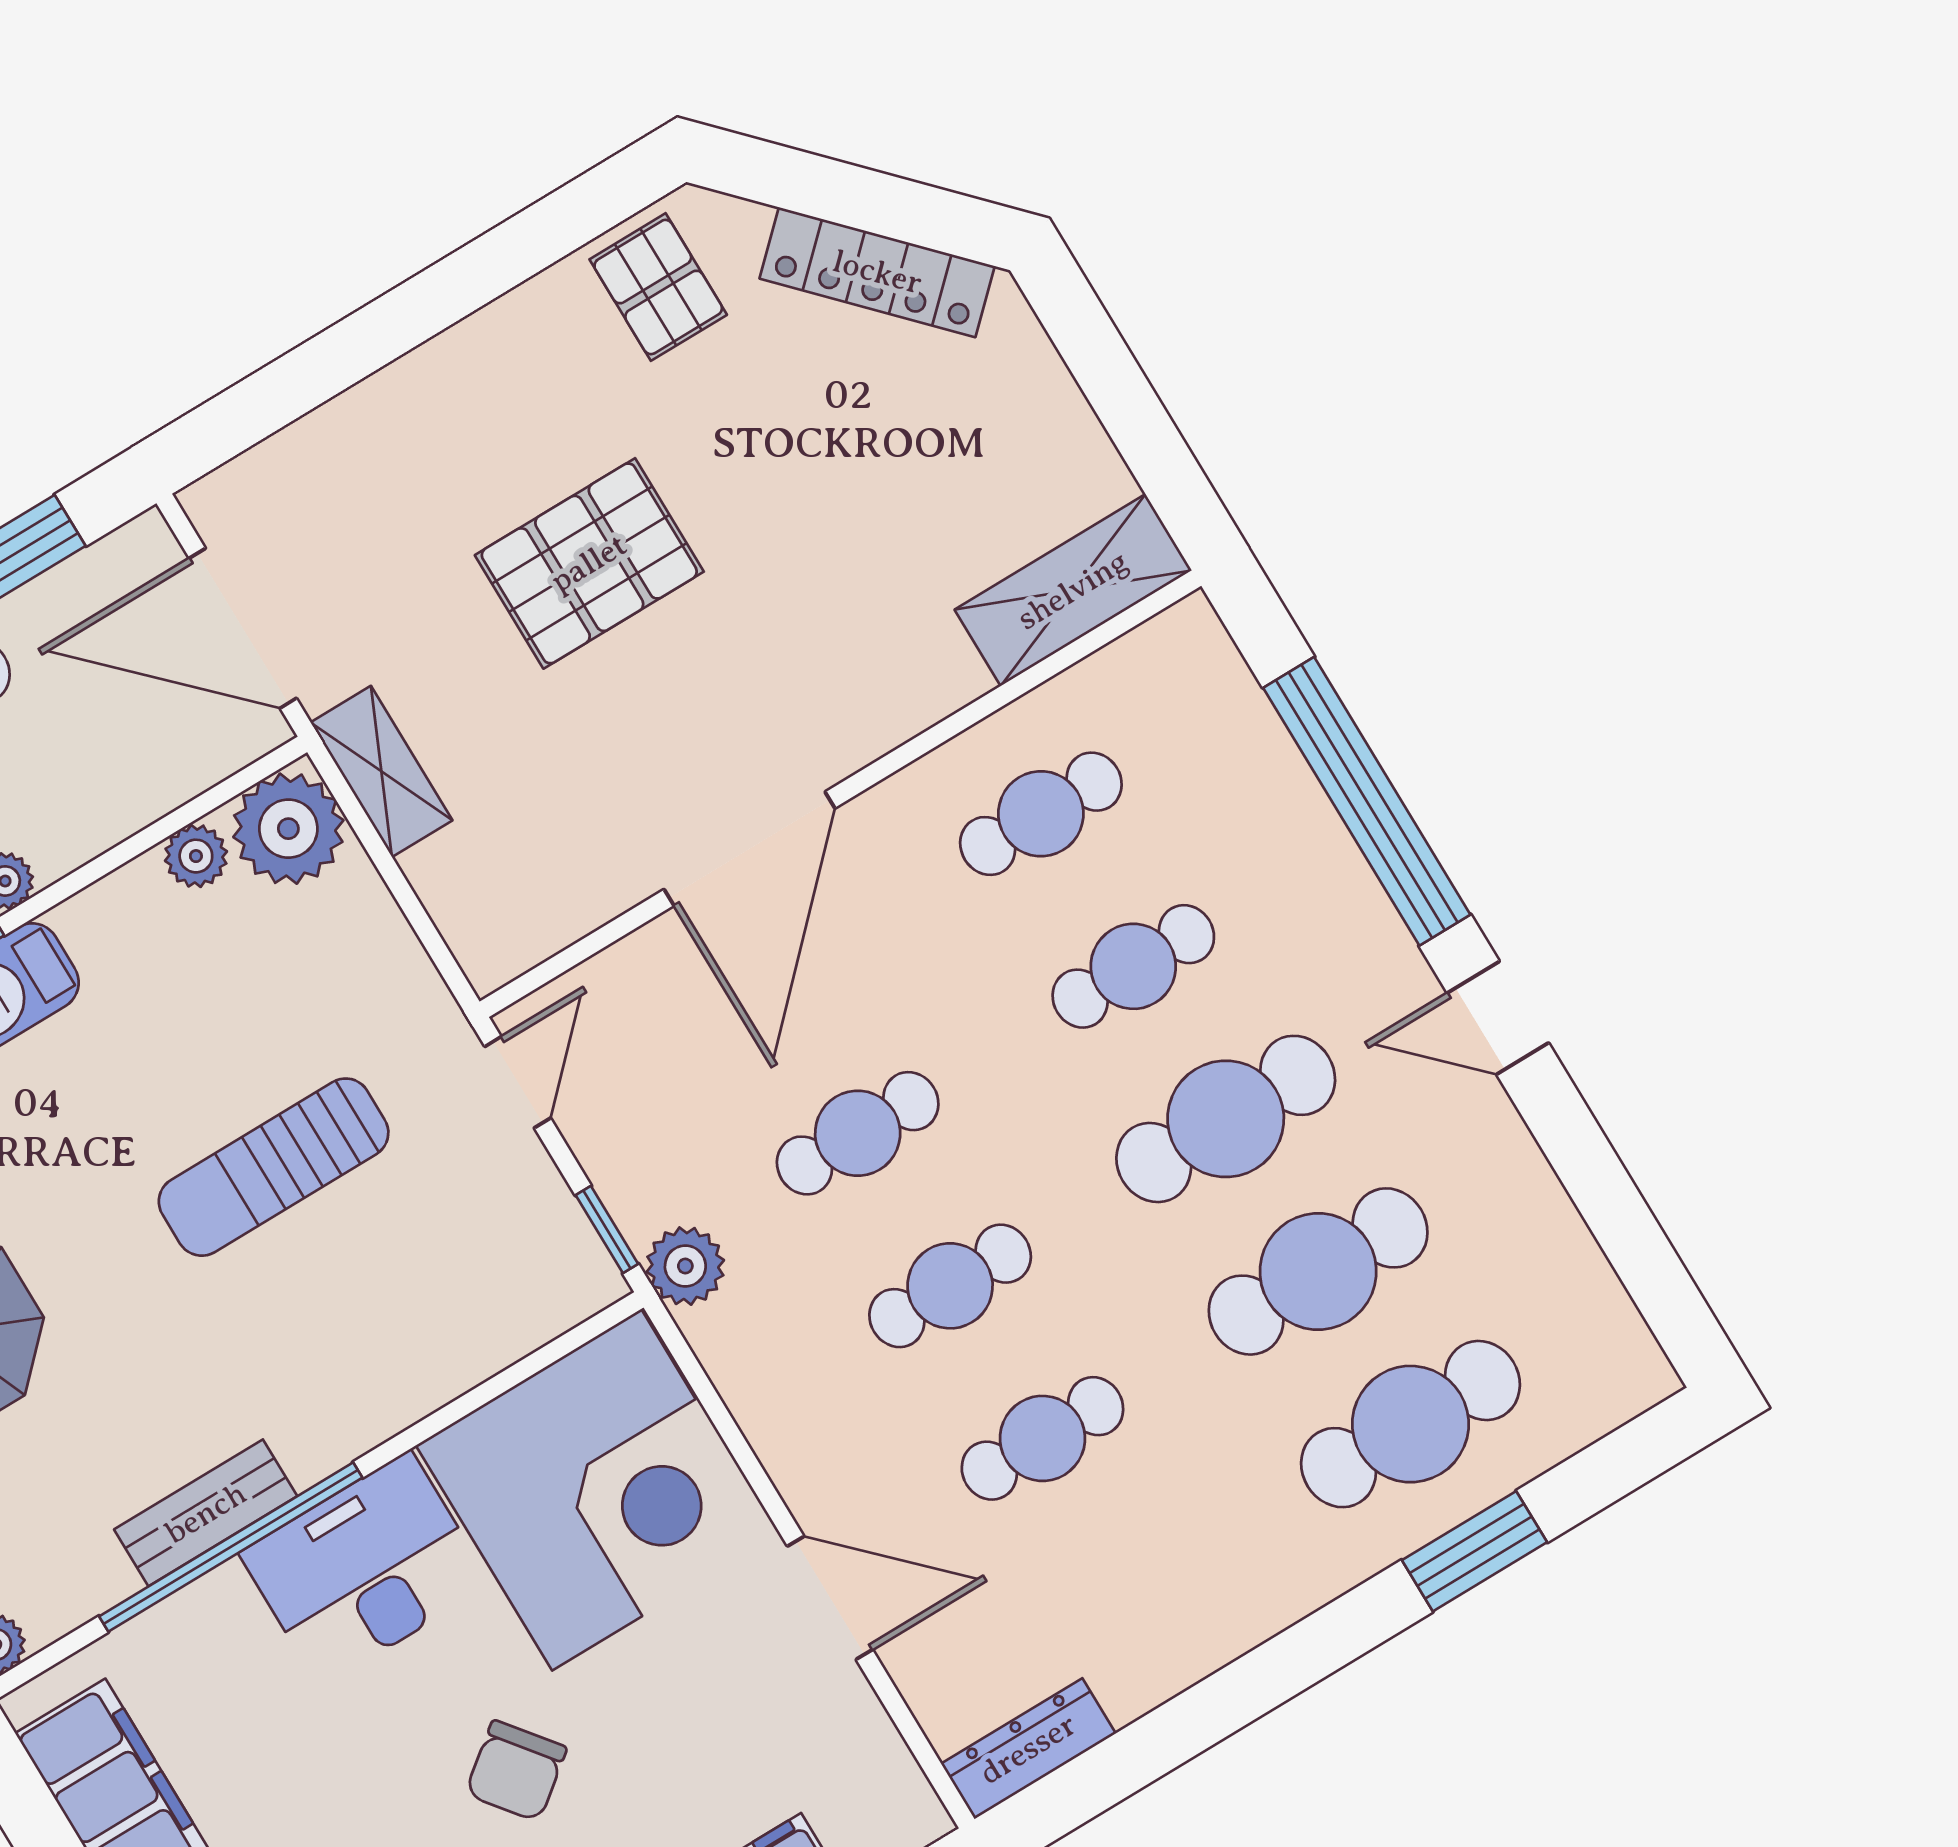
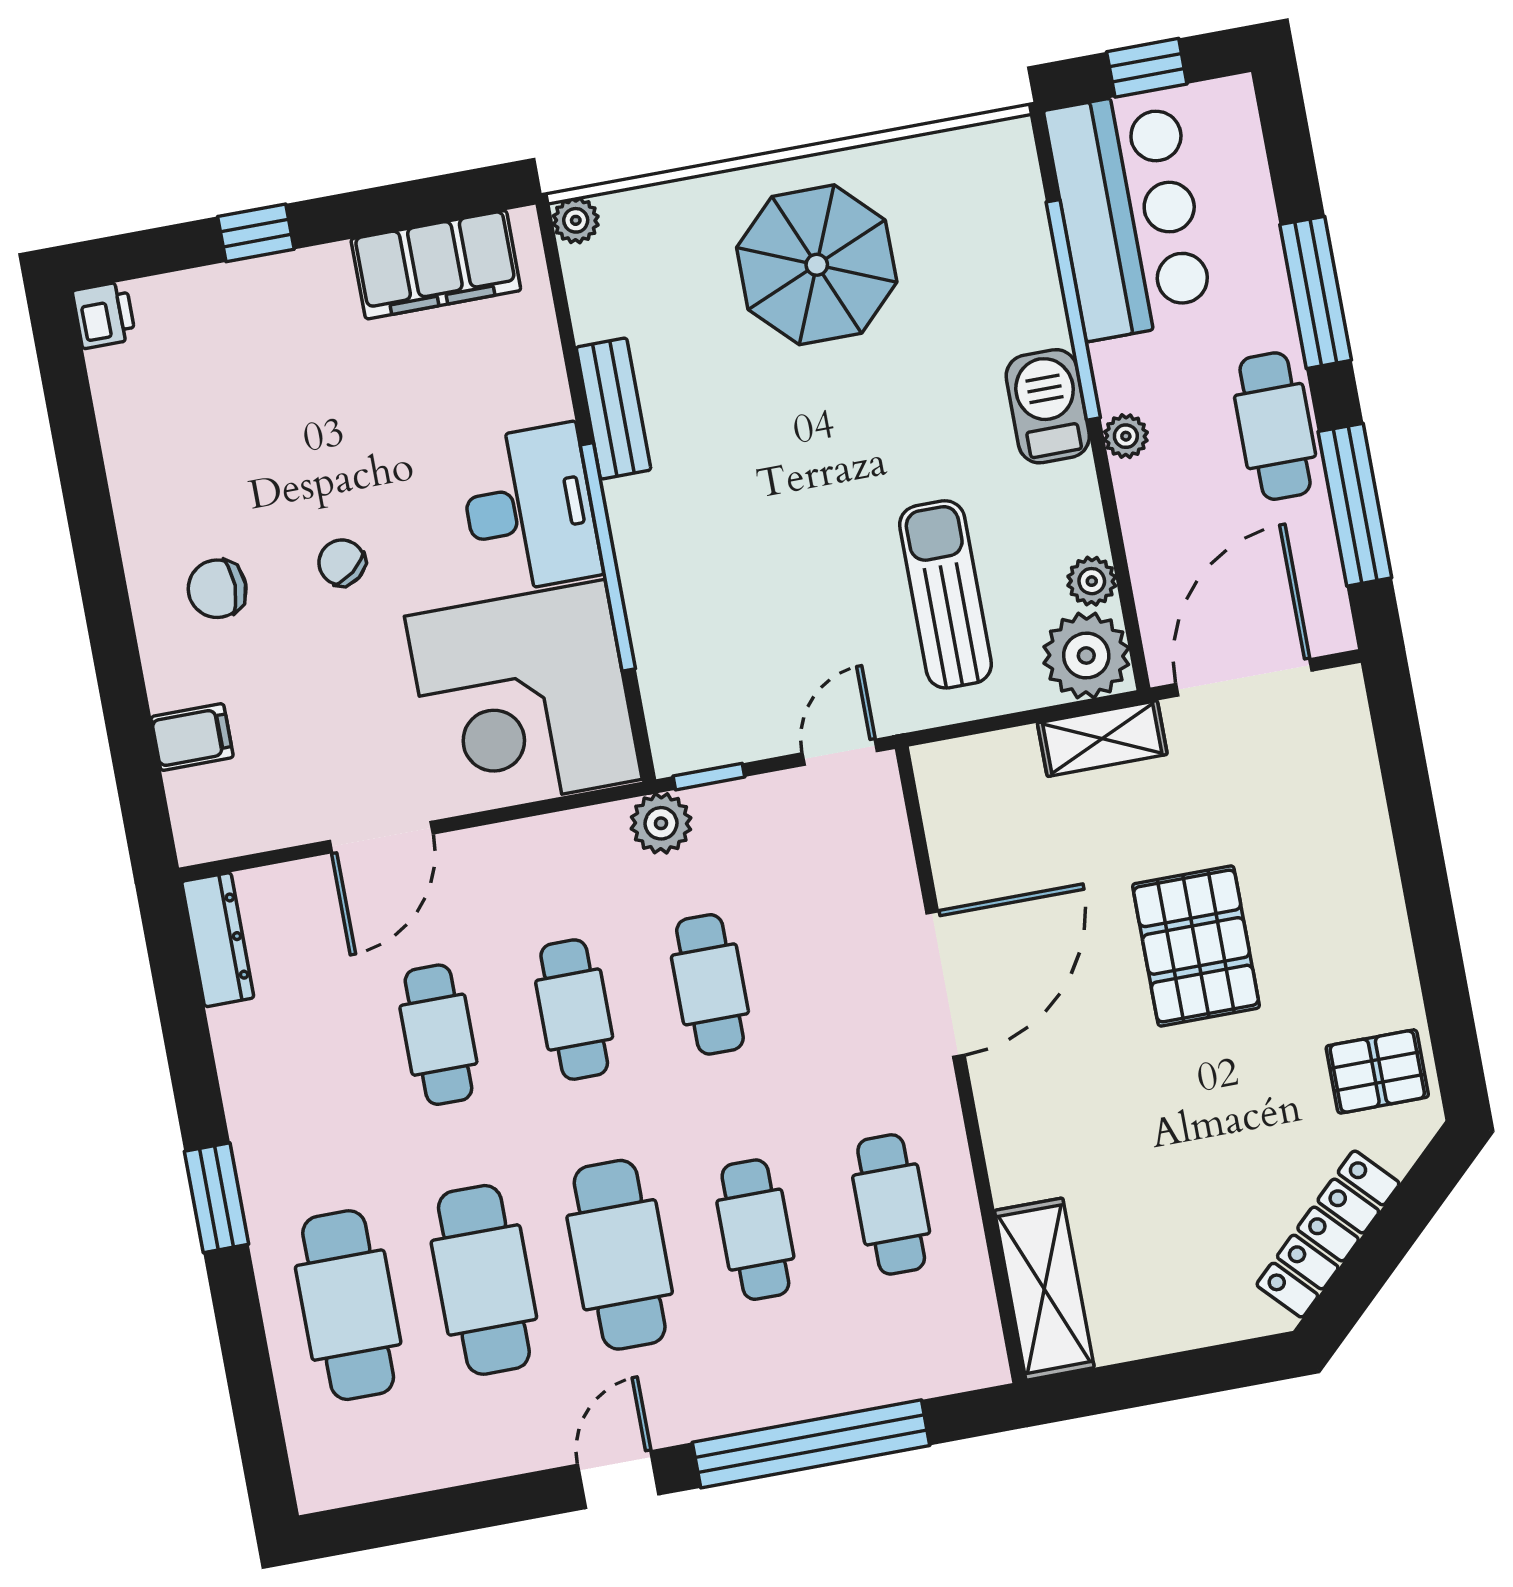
door: (750, 849) -> (946, 984), swing flipped
door: (518, 1082) -> (840, 752), swing flipped
sun lounger: (274, 1167) -> (946, 594), moved
window: (231, 1547) -> (608, 557), moved
window: (1474, 1551) -> (217, 1198), moved
chair: (516, 1771) -> (342, 563), width x0.73, depth x0.73

